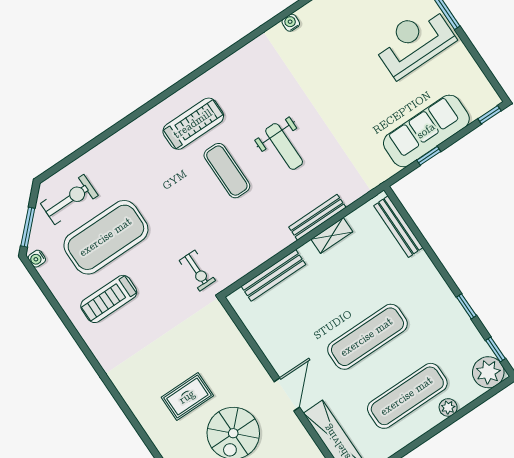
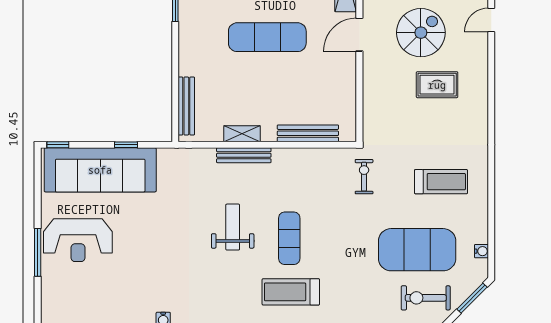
sofa: (426, 131) -> (100, 170), width x1.36, depth x1.27
water cooler: (37, 259) -> (481, 251), moved
treadmill: (109, 299) -> (441, 182), moved

